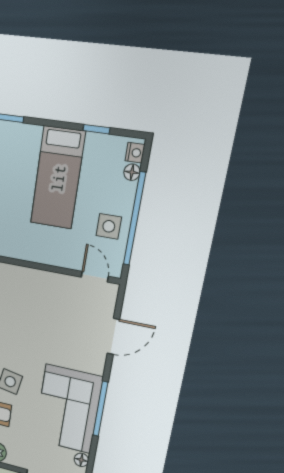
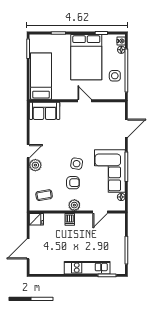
bed: (58, 178) -> (86, 57), width x1.50
door: (95, 277) -> (85, 101), moved

